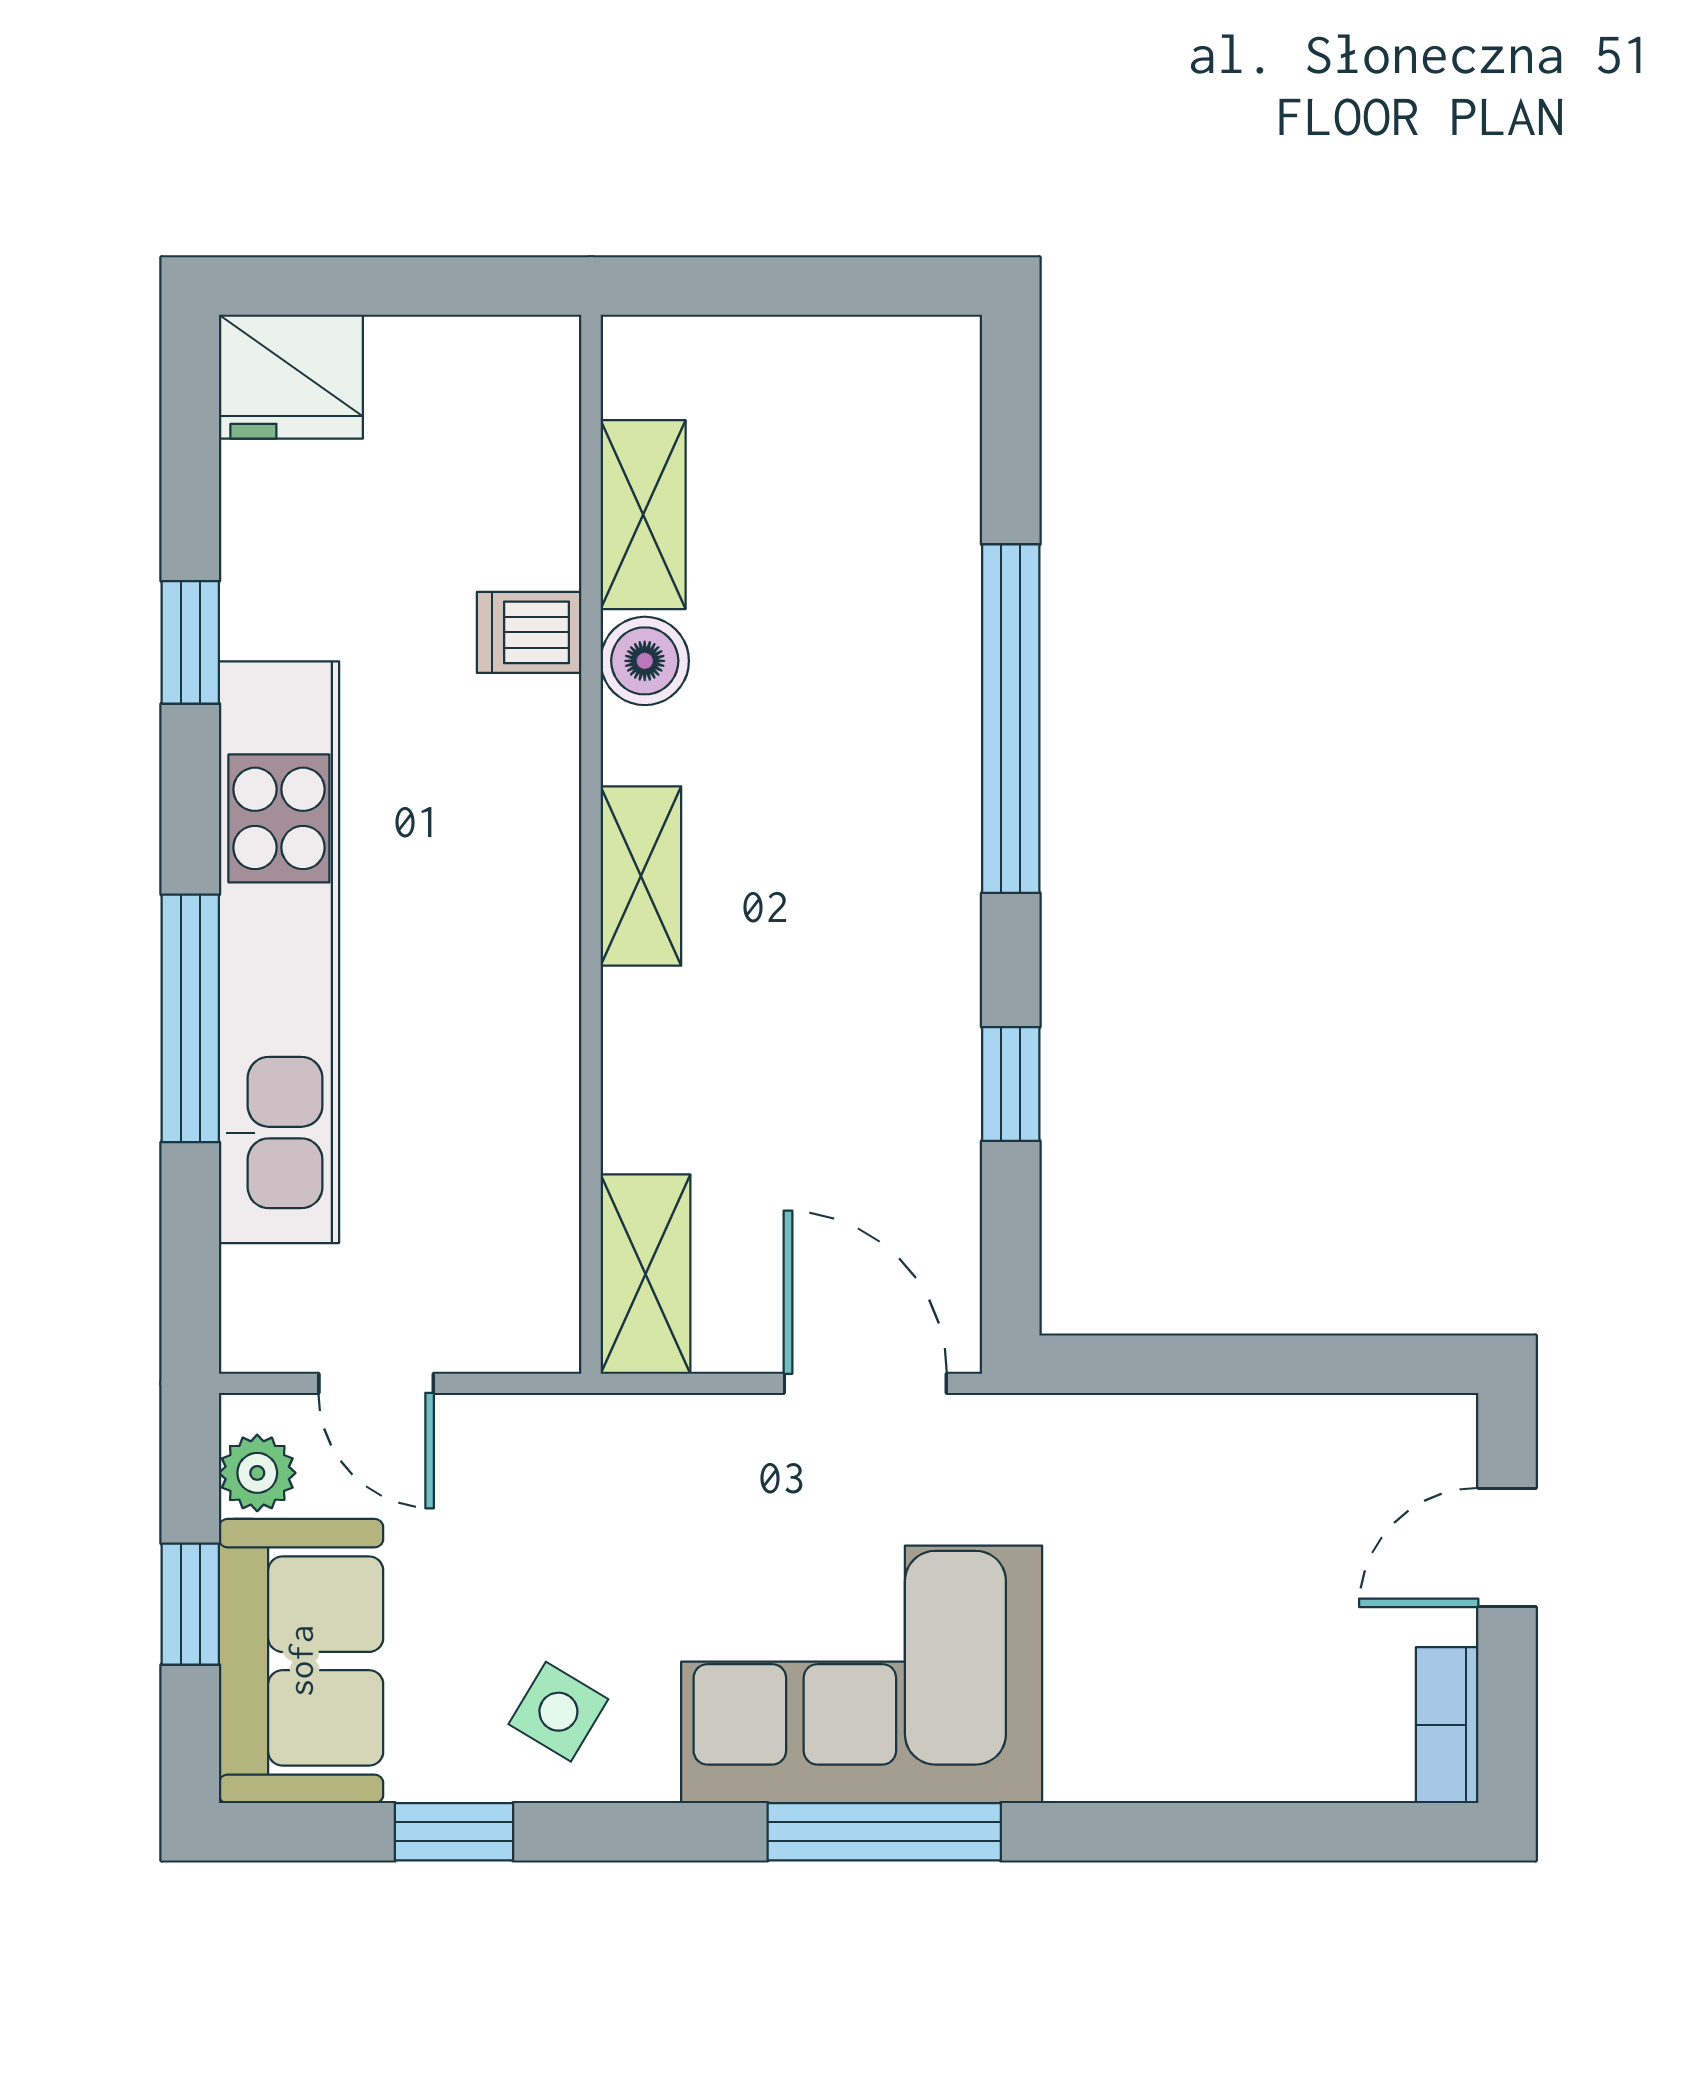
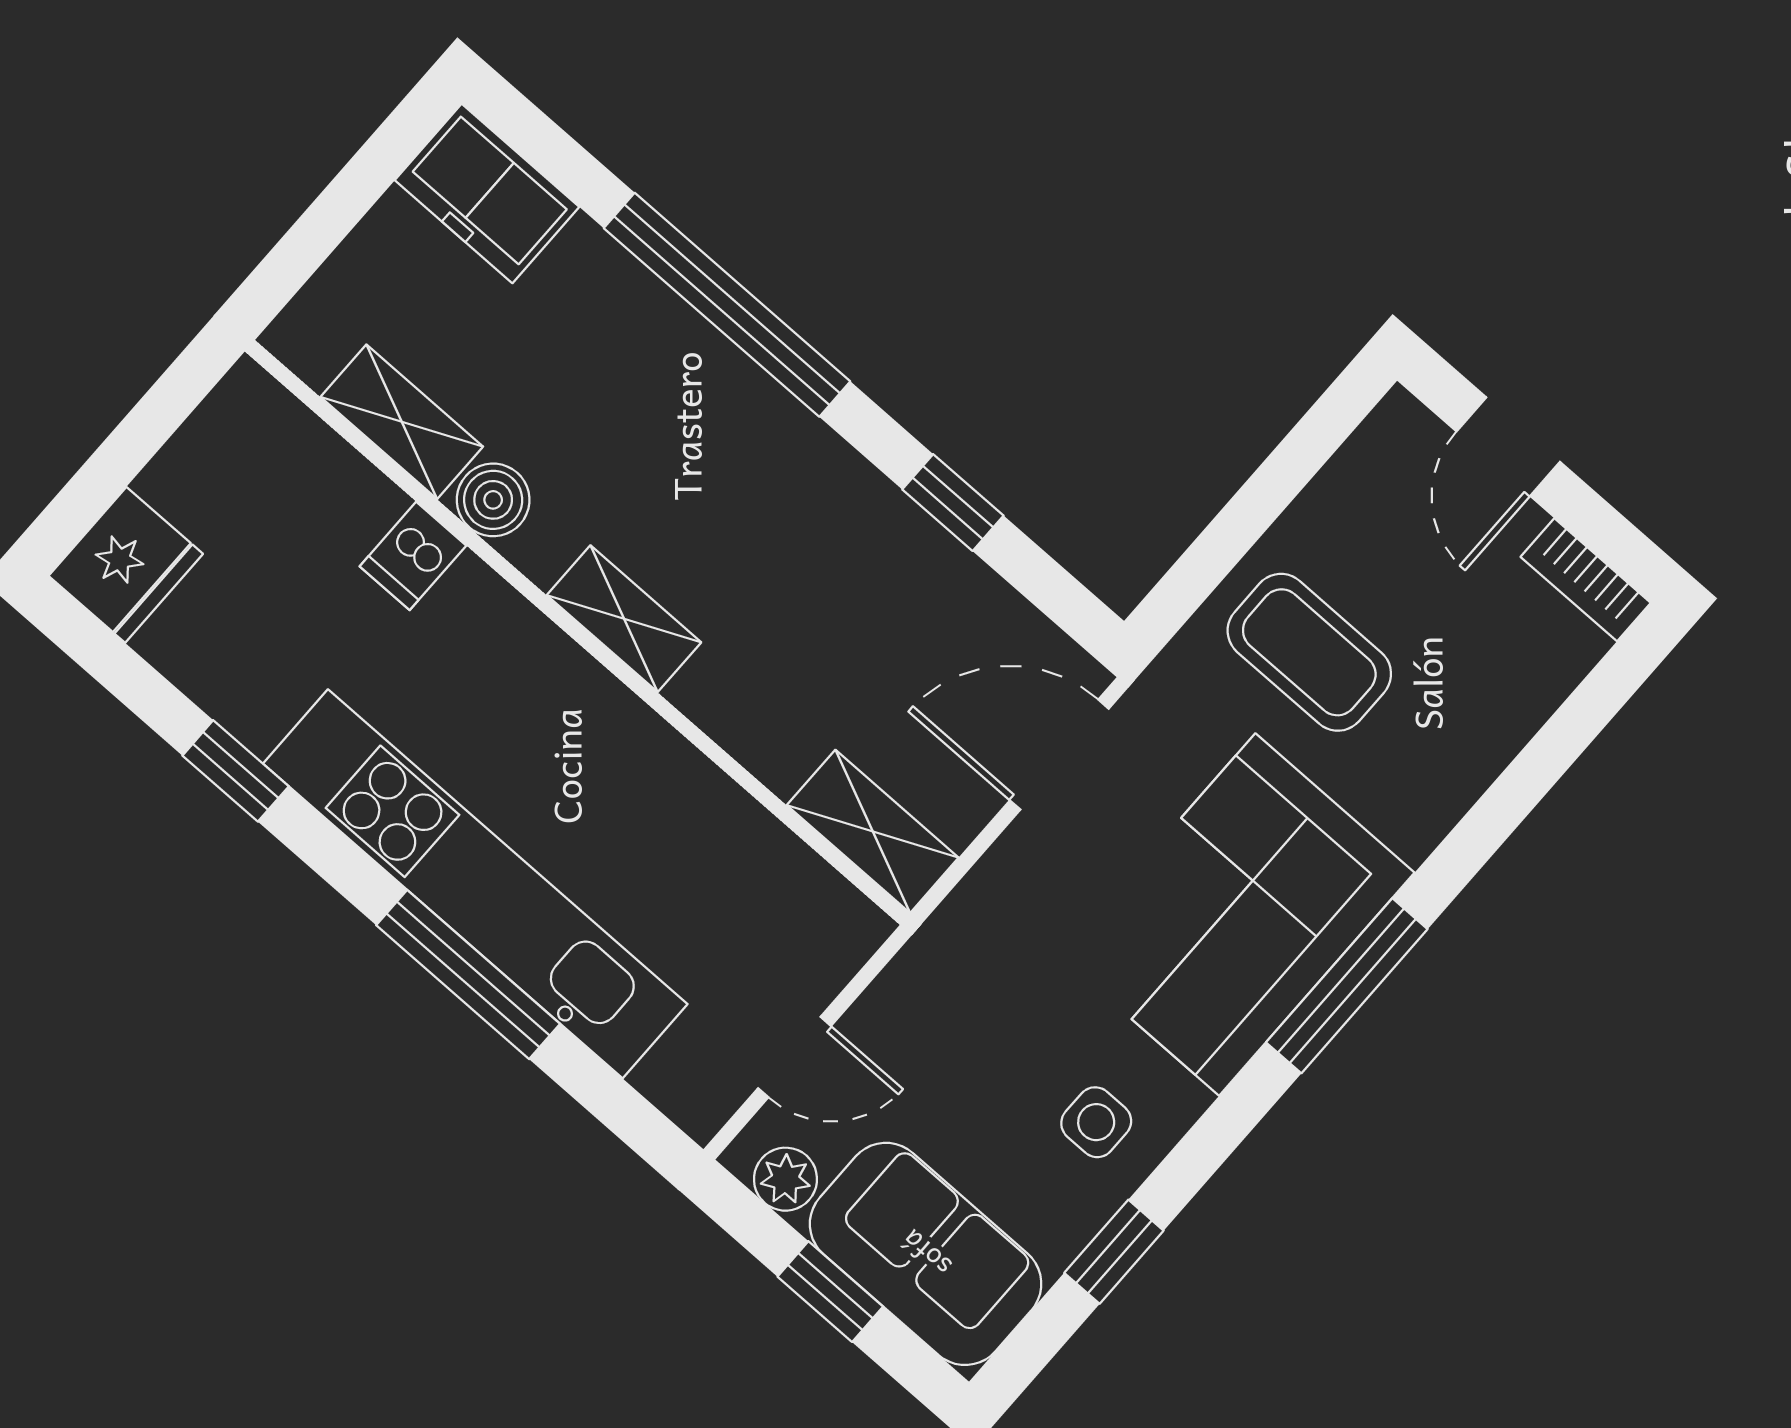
freezer: (920, 410) -> (487, 194), added
coffee table: (1159, 1530) -> (1309, 652), added
side table: (558, 1712) -> (1096, 1122), turned -31

